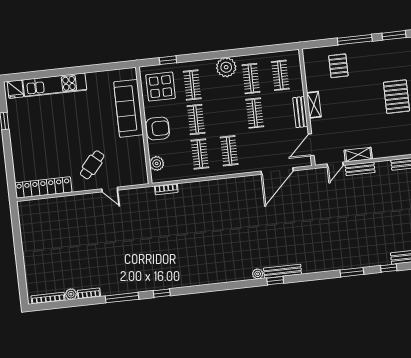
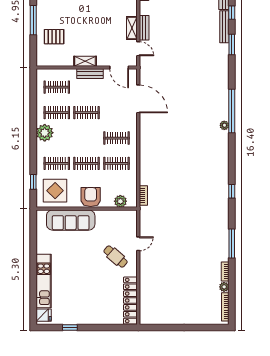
bench: (283, 271) -> (224, 27), moved
window: (275, 281) -> (232, 111), width x3.17
window: (162, 293) -> (232, 191), moved

